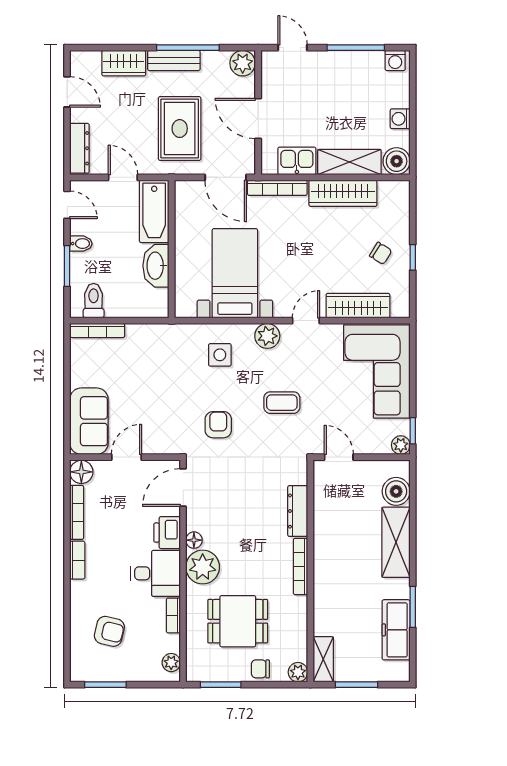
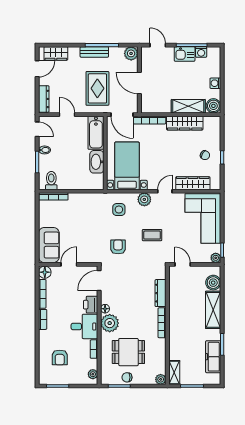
washing machine: (395, 61) -> (201, 52), moved
wardrobe: (124, 63) -> (56, 53), moved
door: (67, 92) -> (37, 69), hinge flipped
kitchen sink: (297, 161) -> (185, 54), moved, turned 180
bathtub: (154, 211) -> (96, 133), moved
wall: (172, 249) -> (105, 153), moved
washbasin: (156, 266) -> (97, 162), moved
armchair: (109, 631) -> (60, 358), turned 77
chair: (260, 669) -> (127, 377), moved

